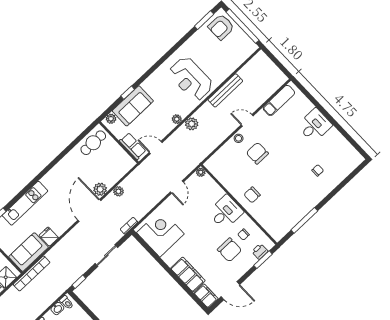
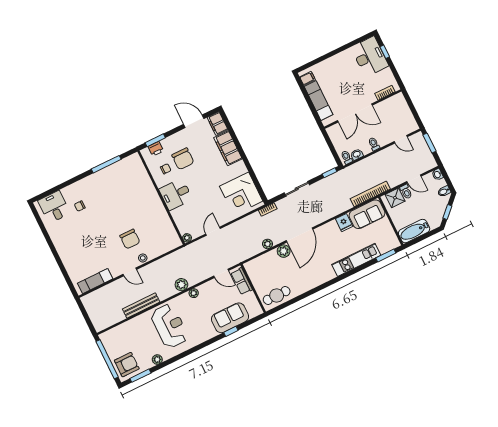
plant: (111, 119) -> (157, 360), moved
desk: (315, 125) -> (54, 207), moved, turned 90
chair: (252, 195) -> (147, 203), removed
chair: (230, 250) -> (183, 159), turned 180

